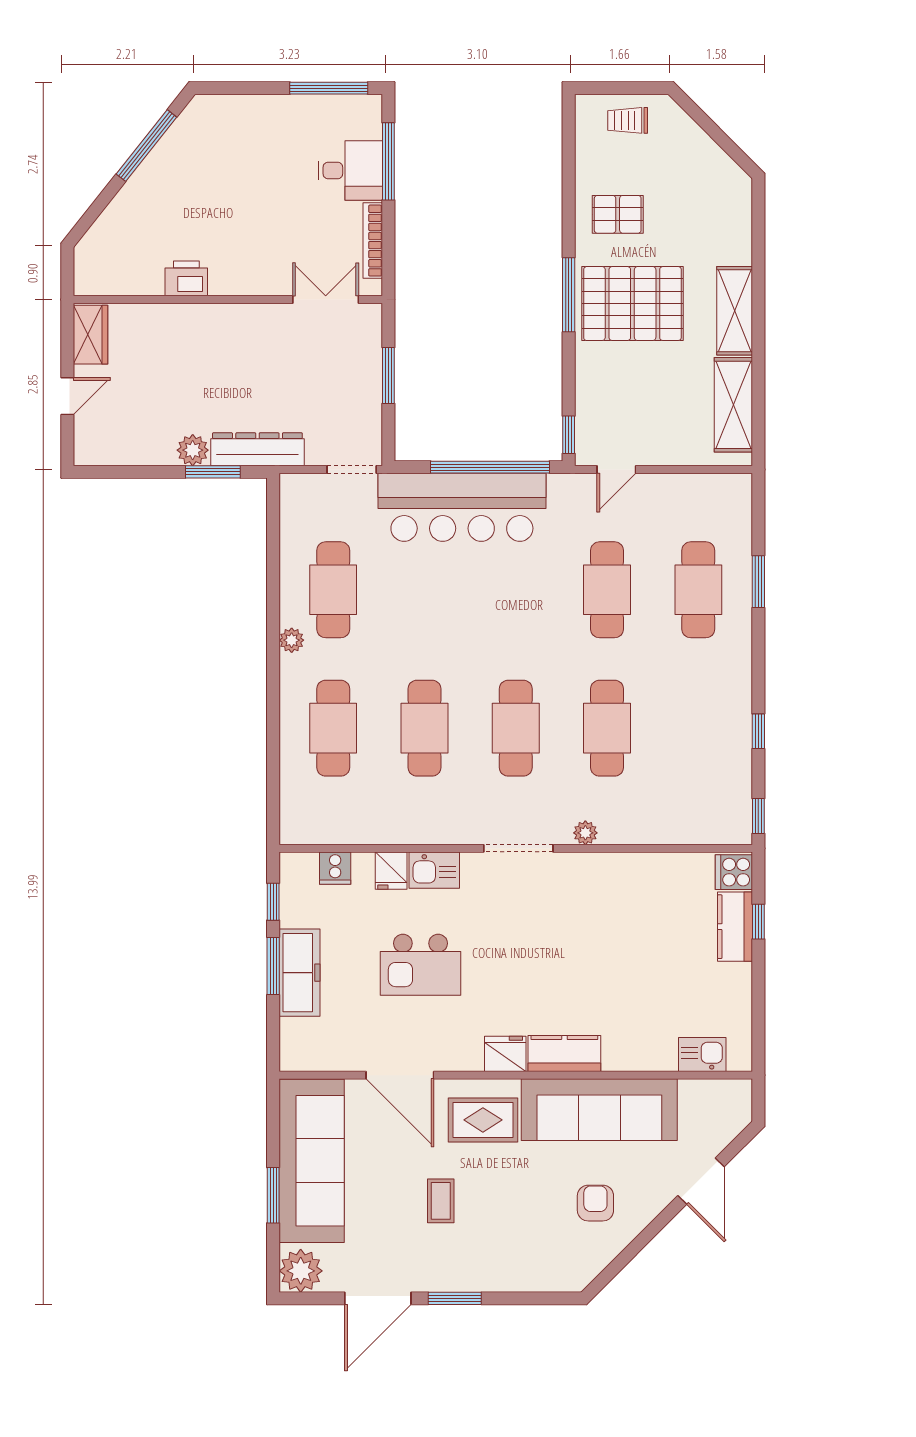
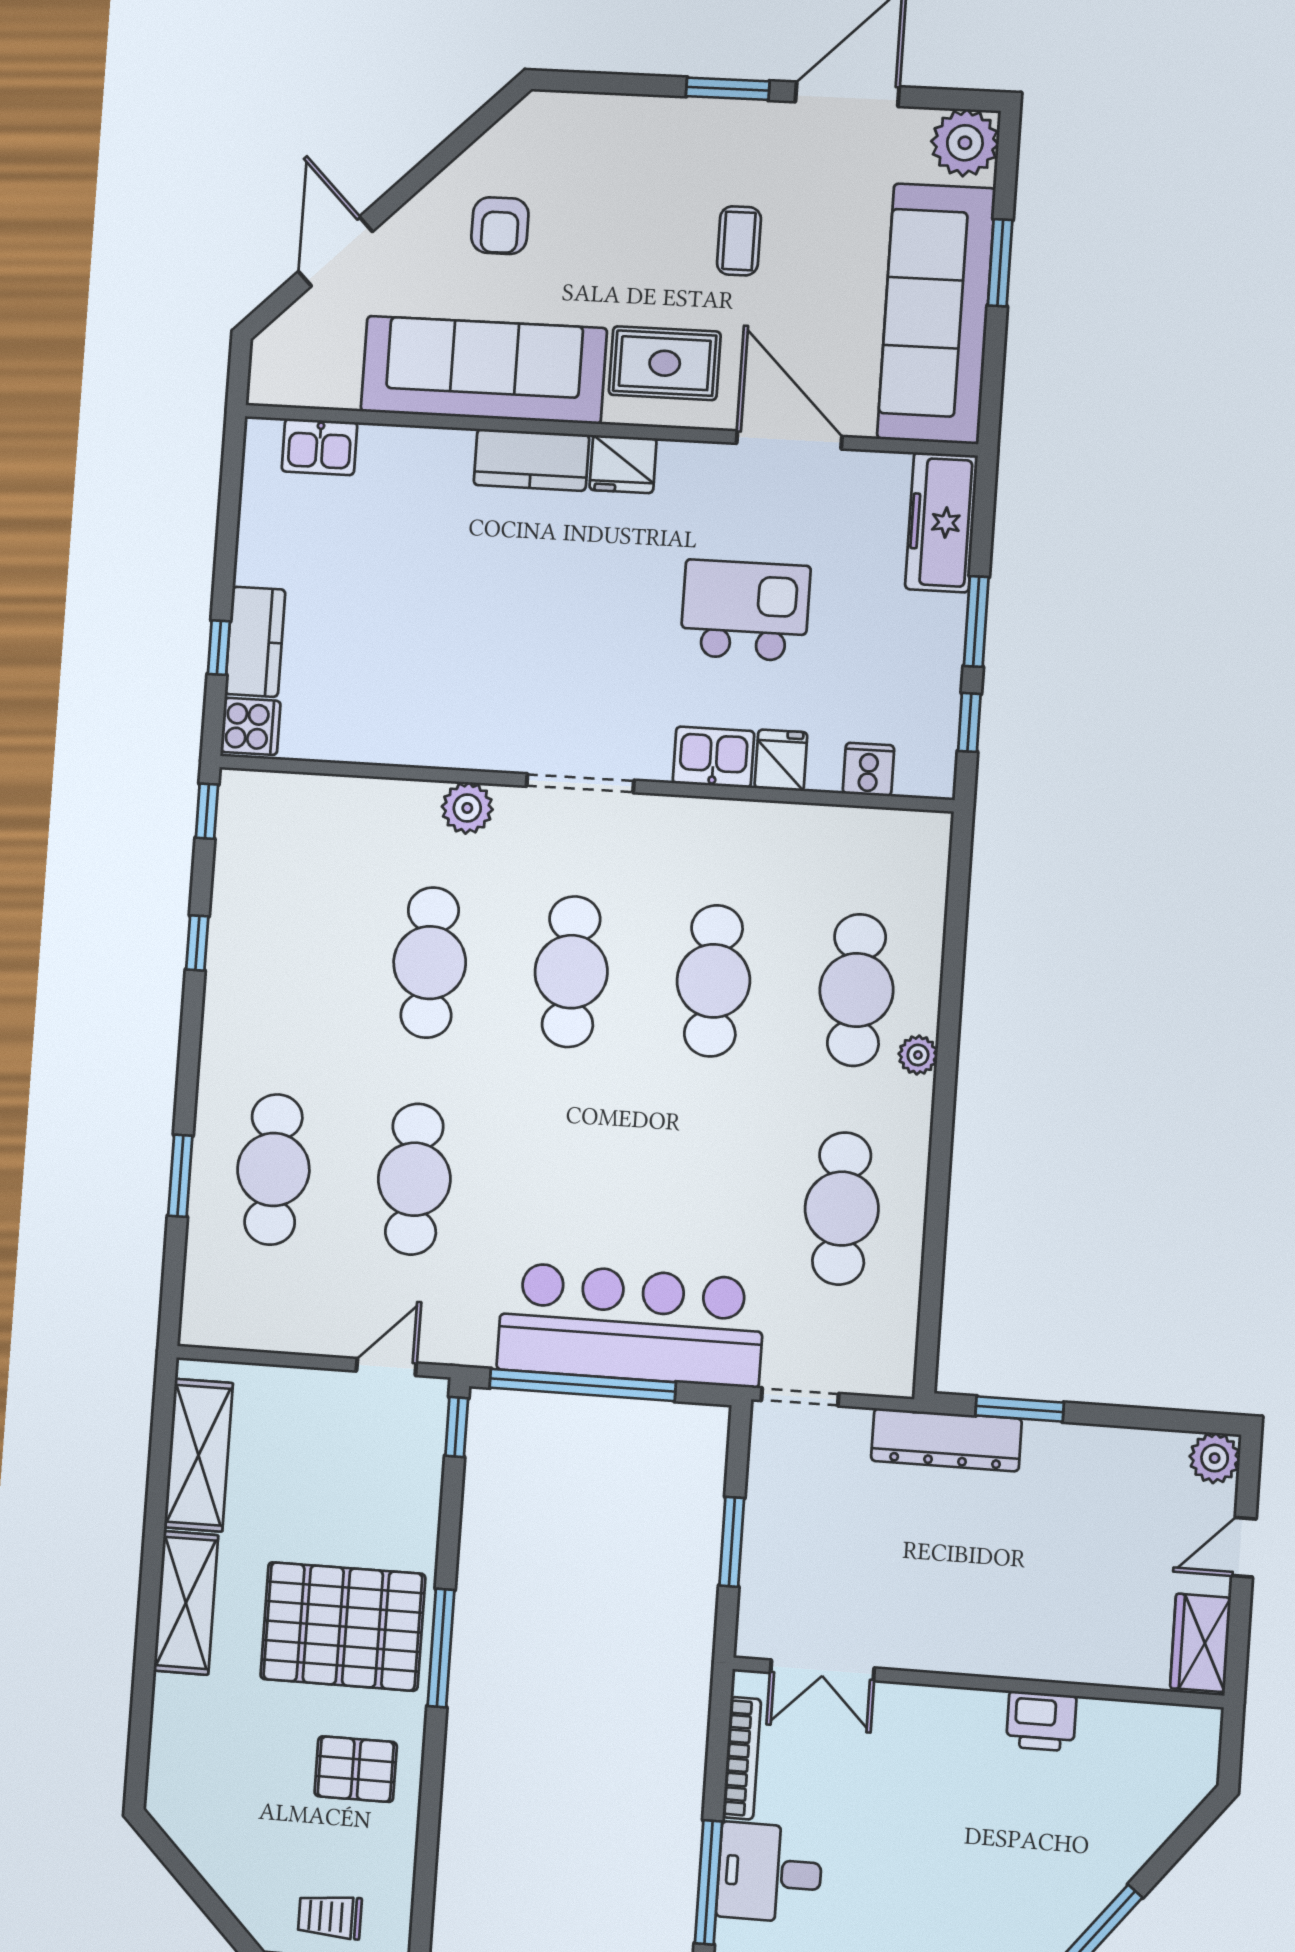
trolley: (628, 120) -> (330, 1917), turned 180
plant: (193, 450) -> (1215, 1458), moved
plant: (292, 640) -> (918, 1055), moved
plant: (585, 833) -> (467, 808), width x1.38, depth x1.38
freezer: (299, 973) -> (941, 522), moved

